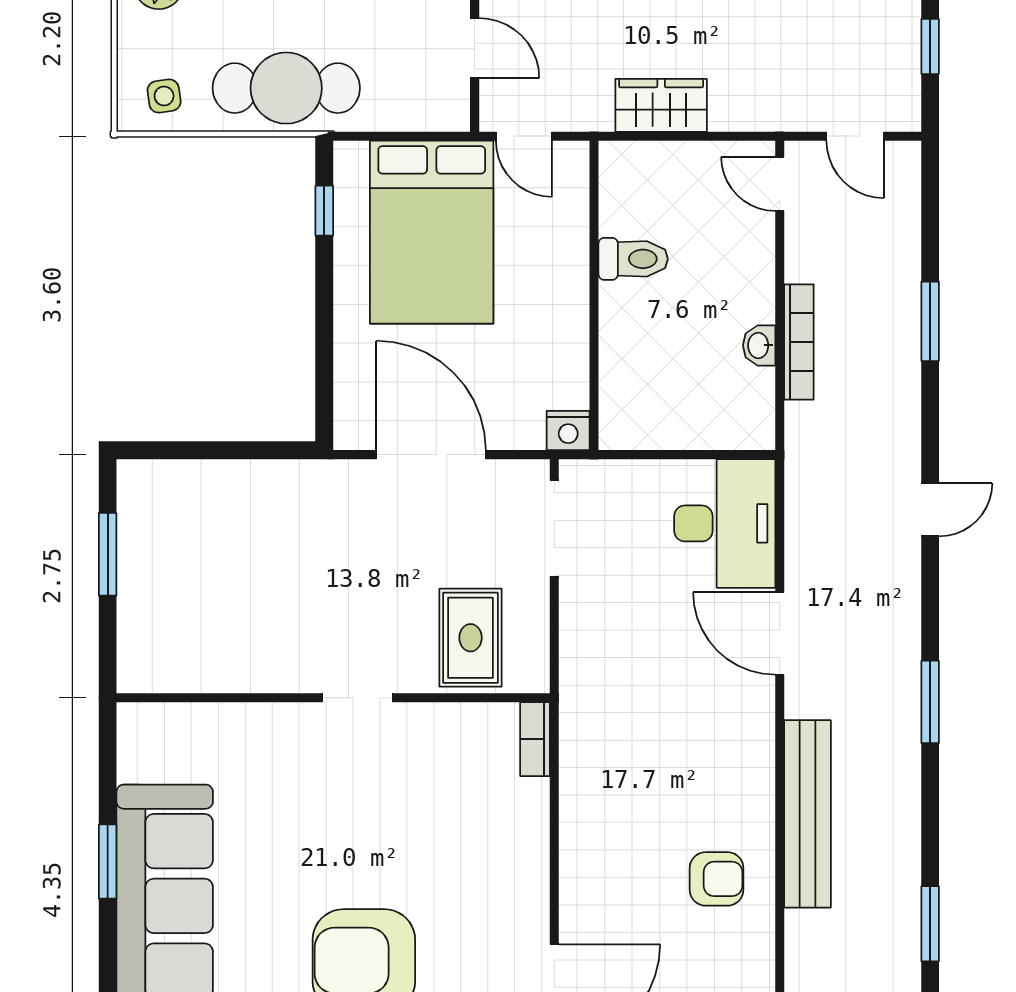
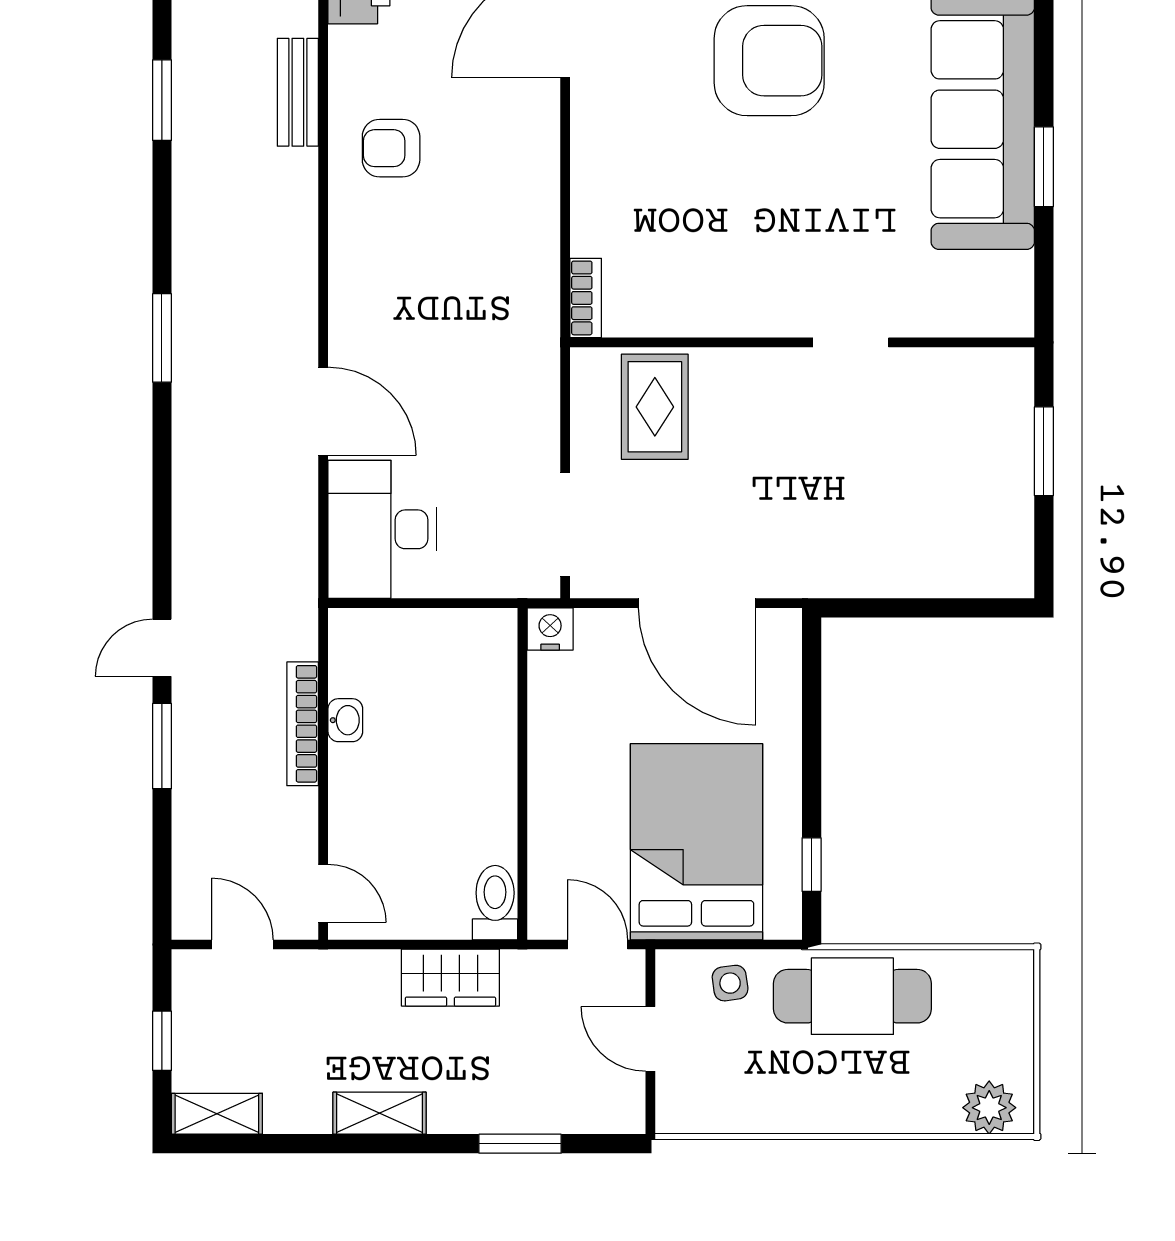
side table: (164, 96) -> (730, 983), moved
toilet: (633, 259) -> (495, 903), moved, turned 90
door: (930, 510) -> (162, 648), moved
window: (108, 554) -> (1044, 451), moved
doorway: (357, 698) -> (851, 342), moved
bench: (808, 814) -> (298, 92), moved, width x0.54, depth x0.82

